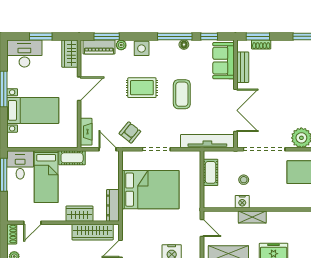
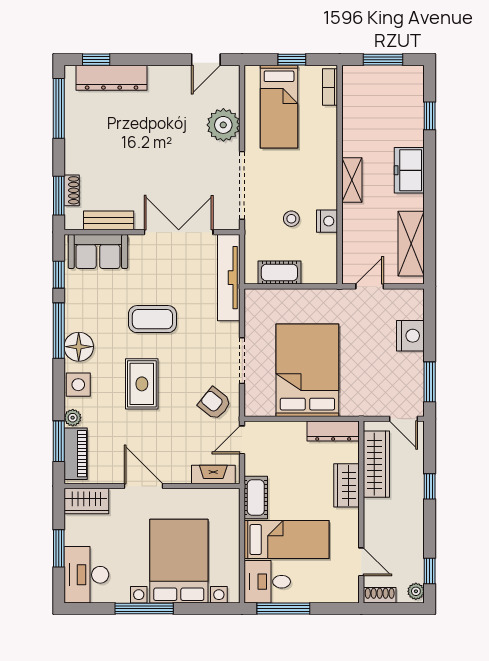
floor lamp: (184, 45) -> (79, 347), moved, width x1.89, depth x1.89
bed with nightstands: (33, 110) -> (179, 561), width x1.36
shelving: (252, 217) -> (352, 180), moved

